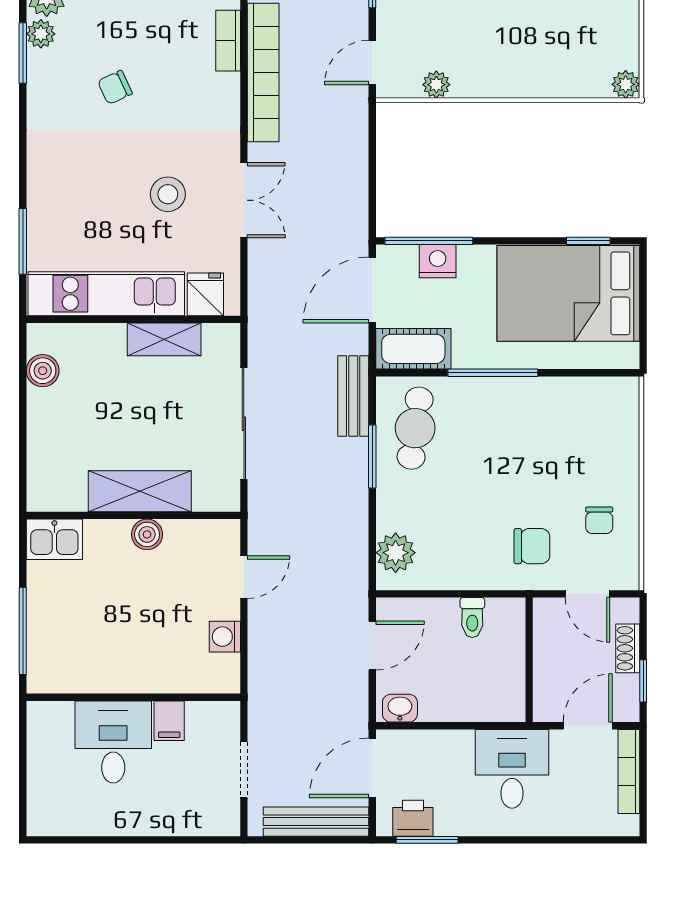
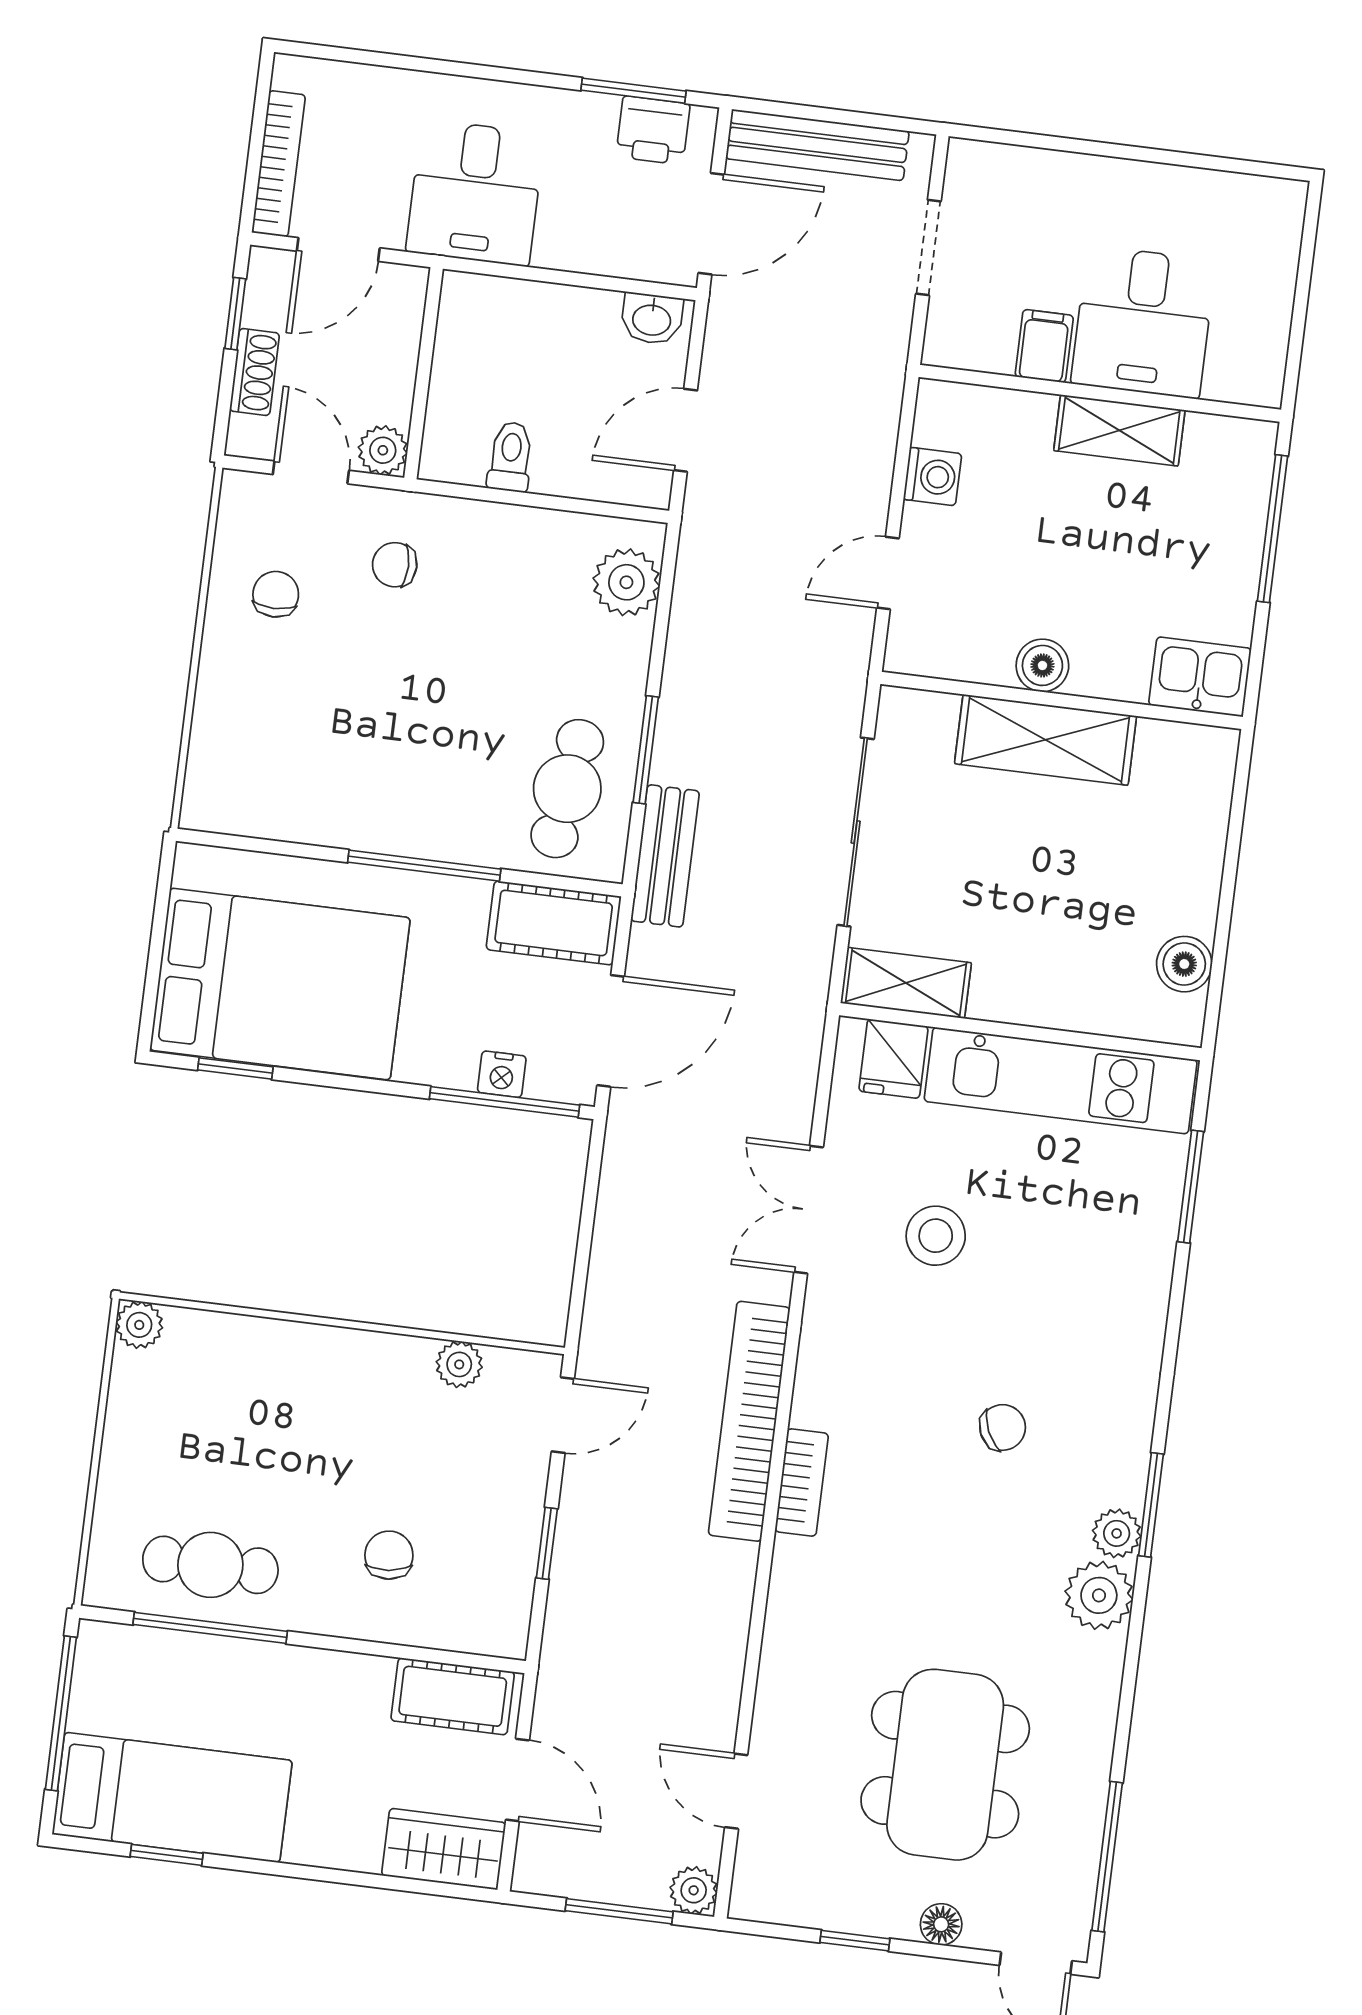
nightstand: (438, 261) -> (502, 1074), width x0.72, depth x0.74
shelving: (164, 339) -> (906, 983), moved
chair: (532, 546) -> (395, 565), width x0.73, depth x0.73
plant: (547, 612) -> (383, 450), added
shelving: (119, 677) -> (1119, 430), added

